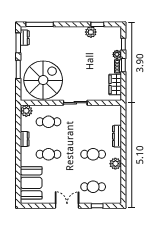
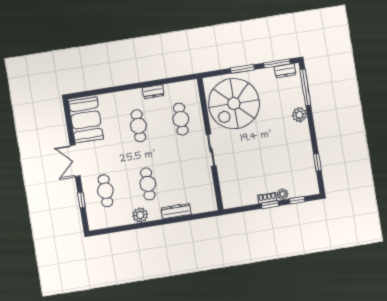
plant: (91, 32) -> (300, 115), moved
spiral stairs: (43, 80) -> (234, 104), turned 90
wardrobe: (115, 84) -> (243, 198), removed
plant: (26, 111) -> (190, 88), removed
booth: (31, 183) -> (86, 120), moved, turned 90
double door: (67, 206) -> (75, 161), swing flipped

